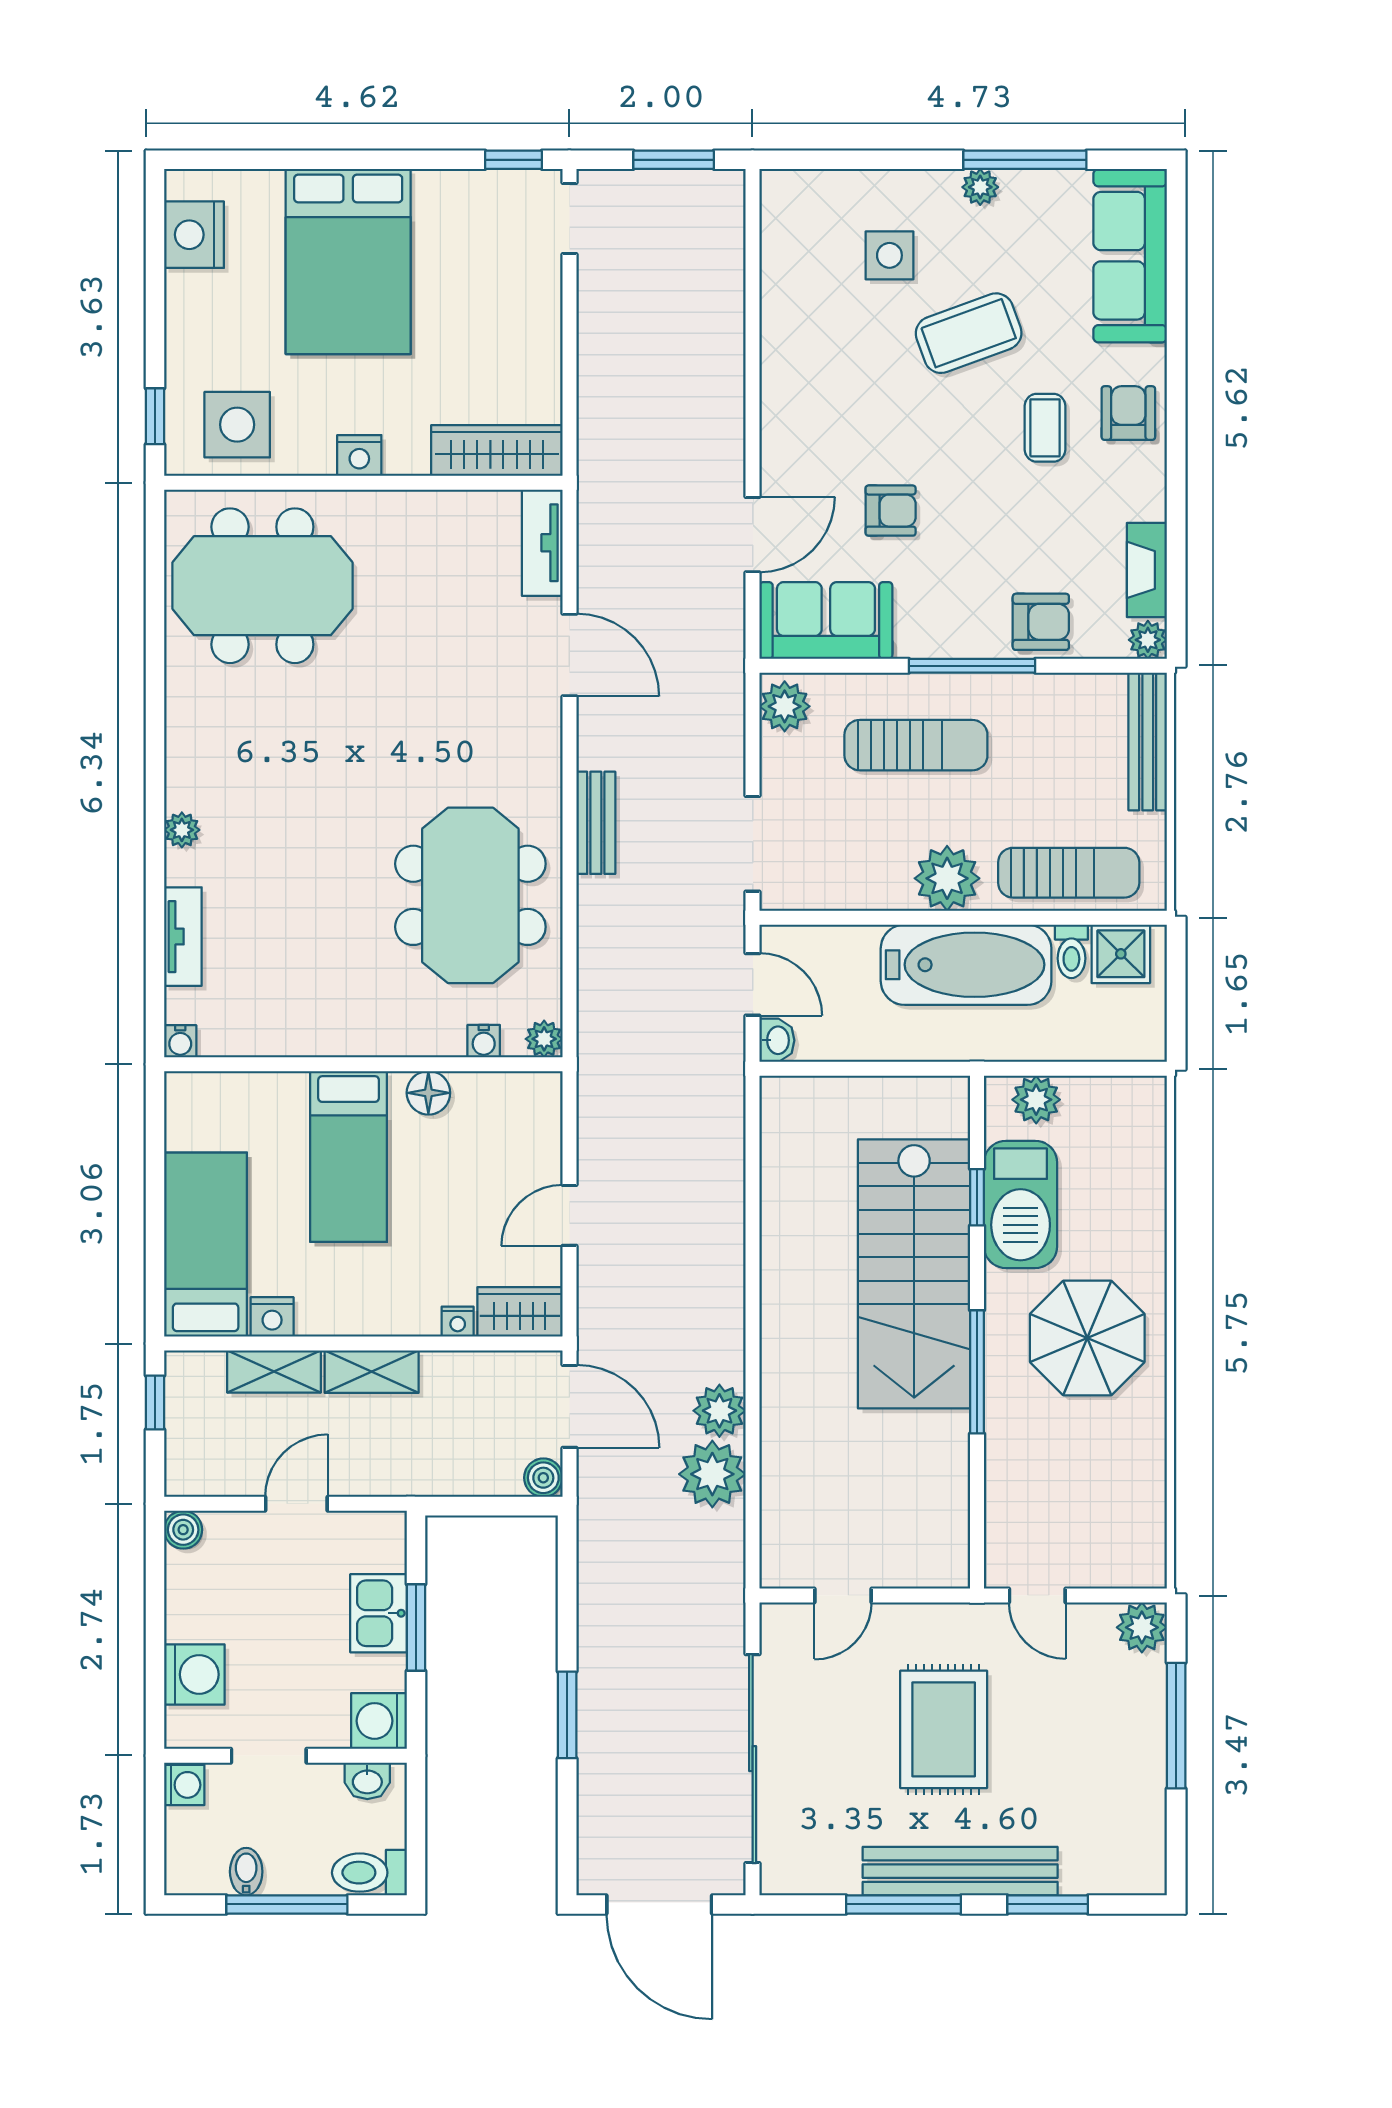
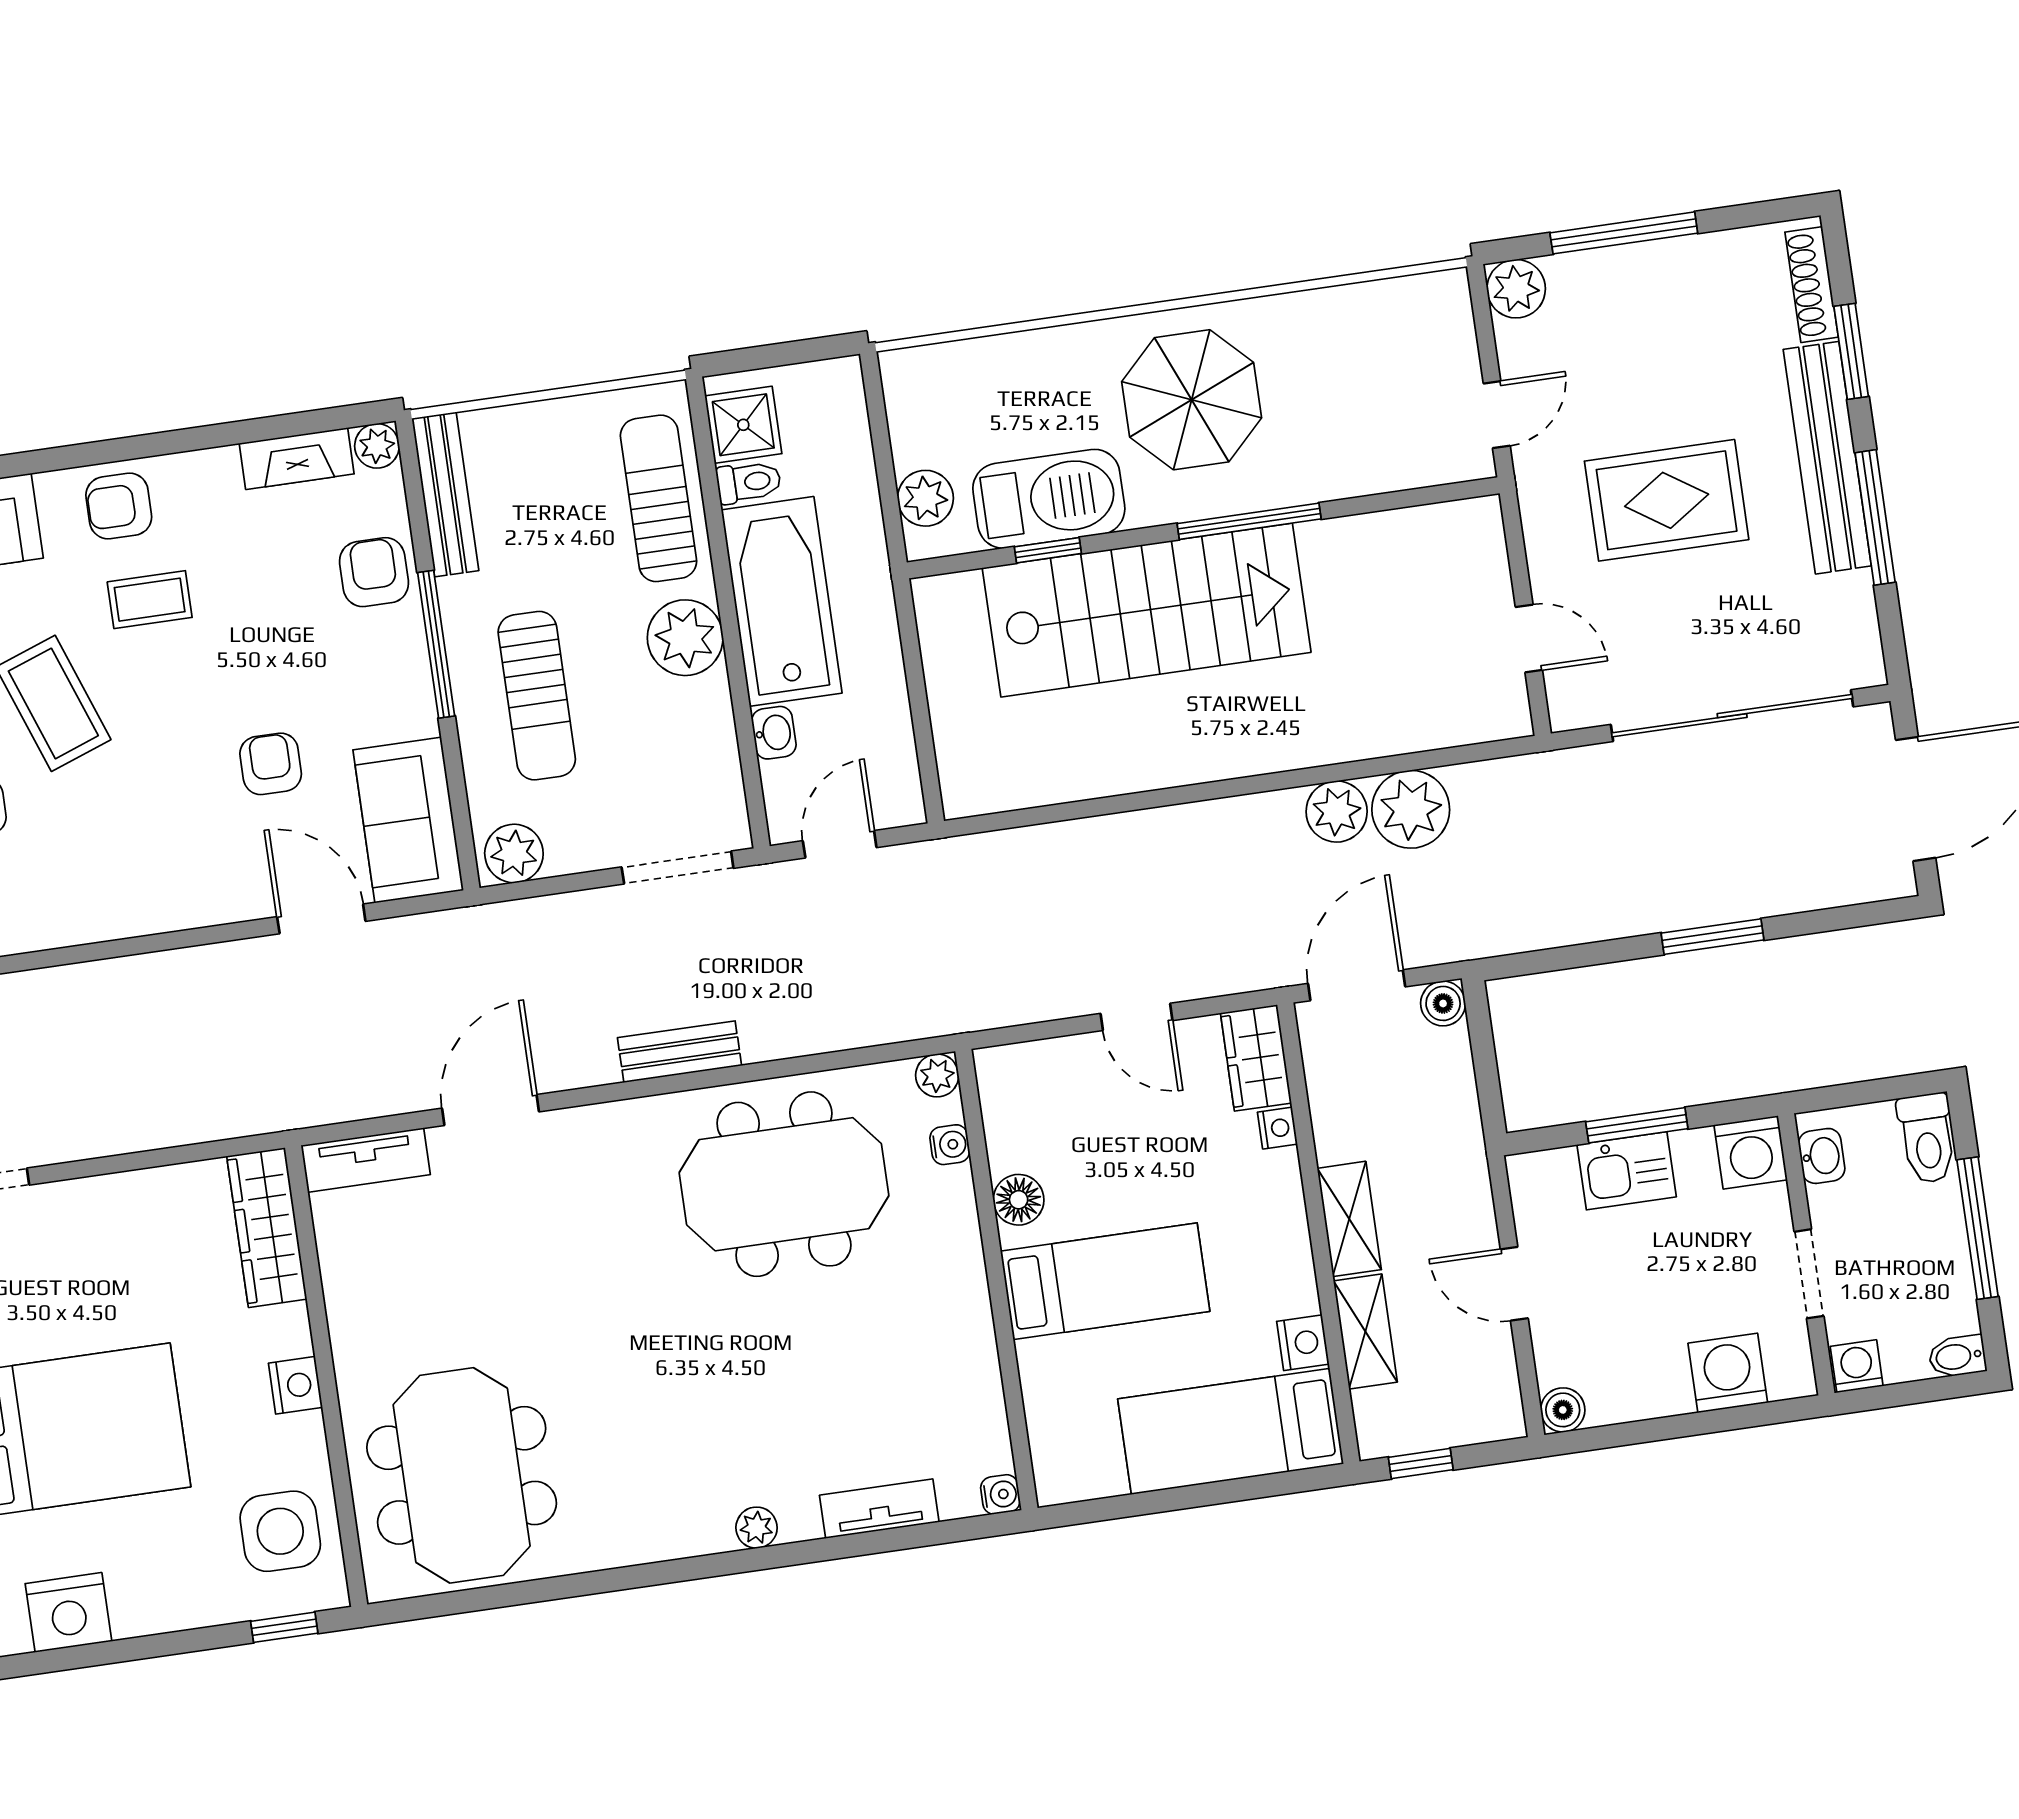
bench: (1148, 742) -> (445, 494), moved, turned 90
sun lounger: (916, 745) -> (537, 696), turned 180
washbasin: (777, 1040) -> (774, 733), moved, turned 90
bidet: (246, 1872) -> (1957, 1356), moved
shoe rack: (1109, 1879) -> (1812, 285), added

